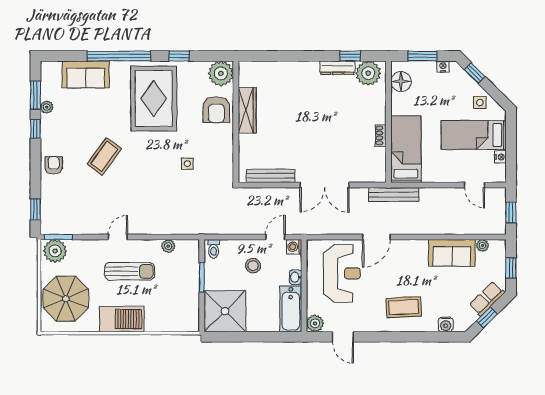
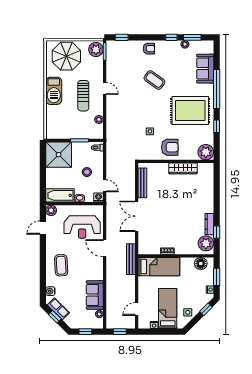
armchair: (216, 110) -> (170, 147), moved, turned 180
row of seats: (487, 299) -> (58, 309), moved

